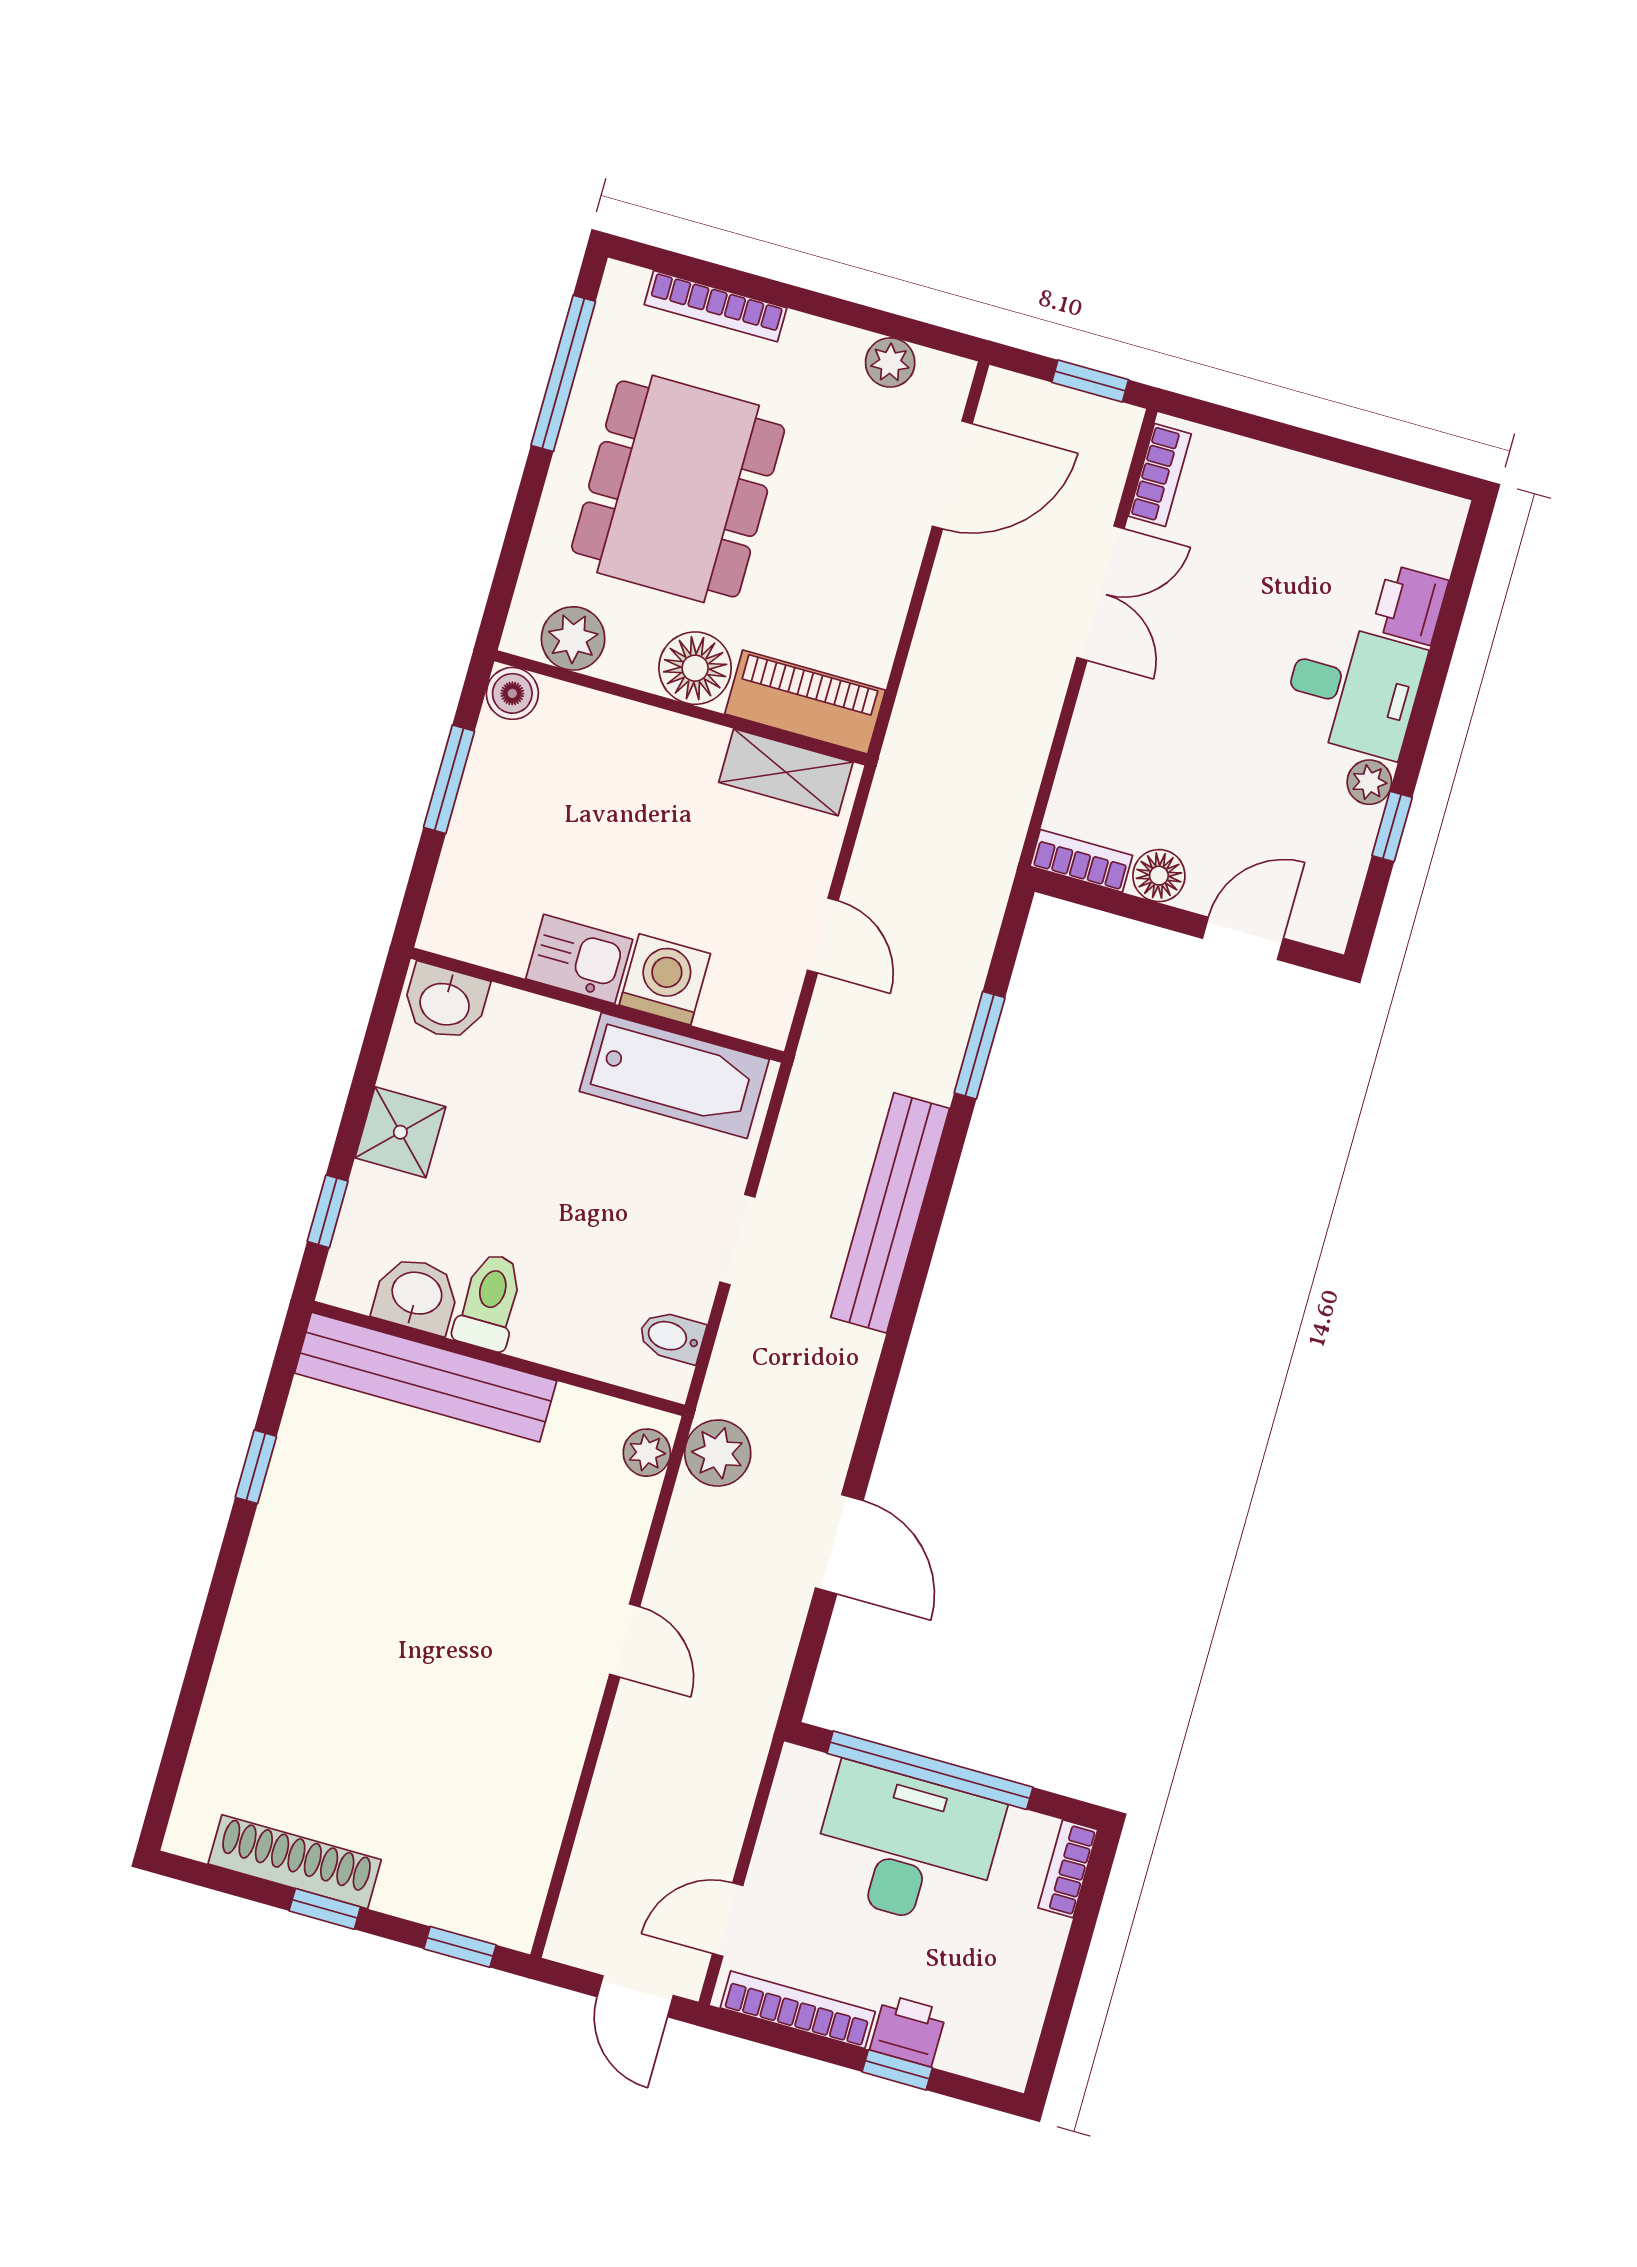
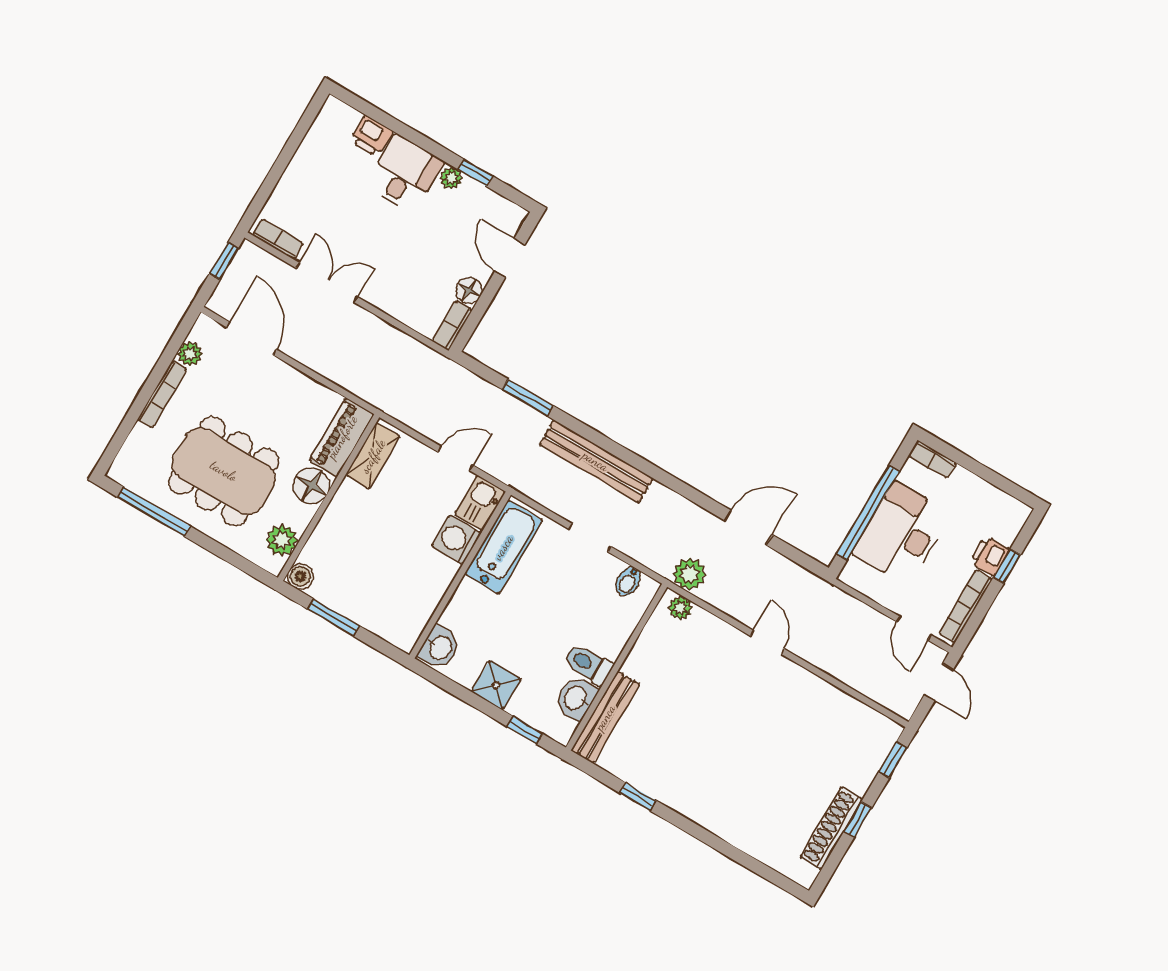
bookcase: (716, 306) -> (162, 394), moved
kitchen sink: (579, 959) -> (480, 503), moved
bench: (426, 1377) -> (605, 717), width x0.73, depth x0.82
door: (625, 1640) -> (767, 642), hinge flipped
door: (635, 1996) -> (939, 682), hinge flipped

